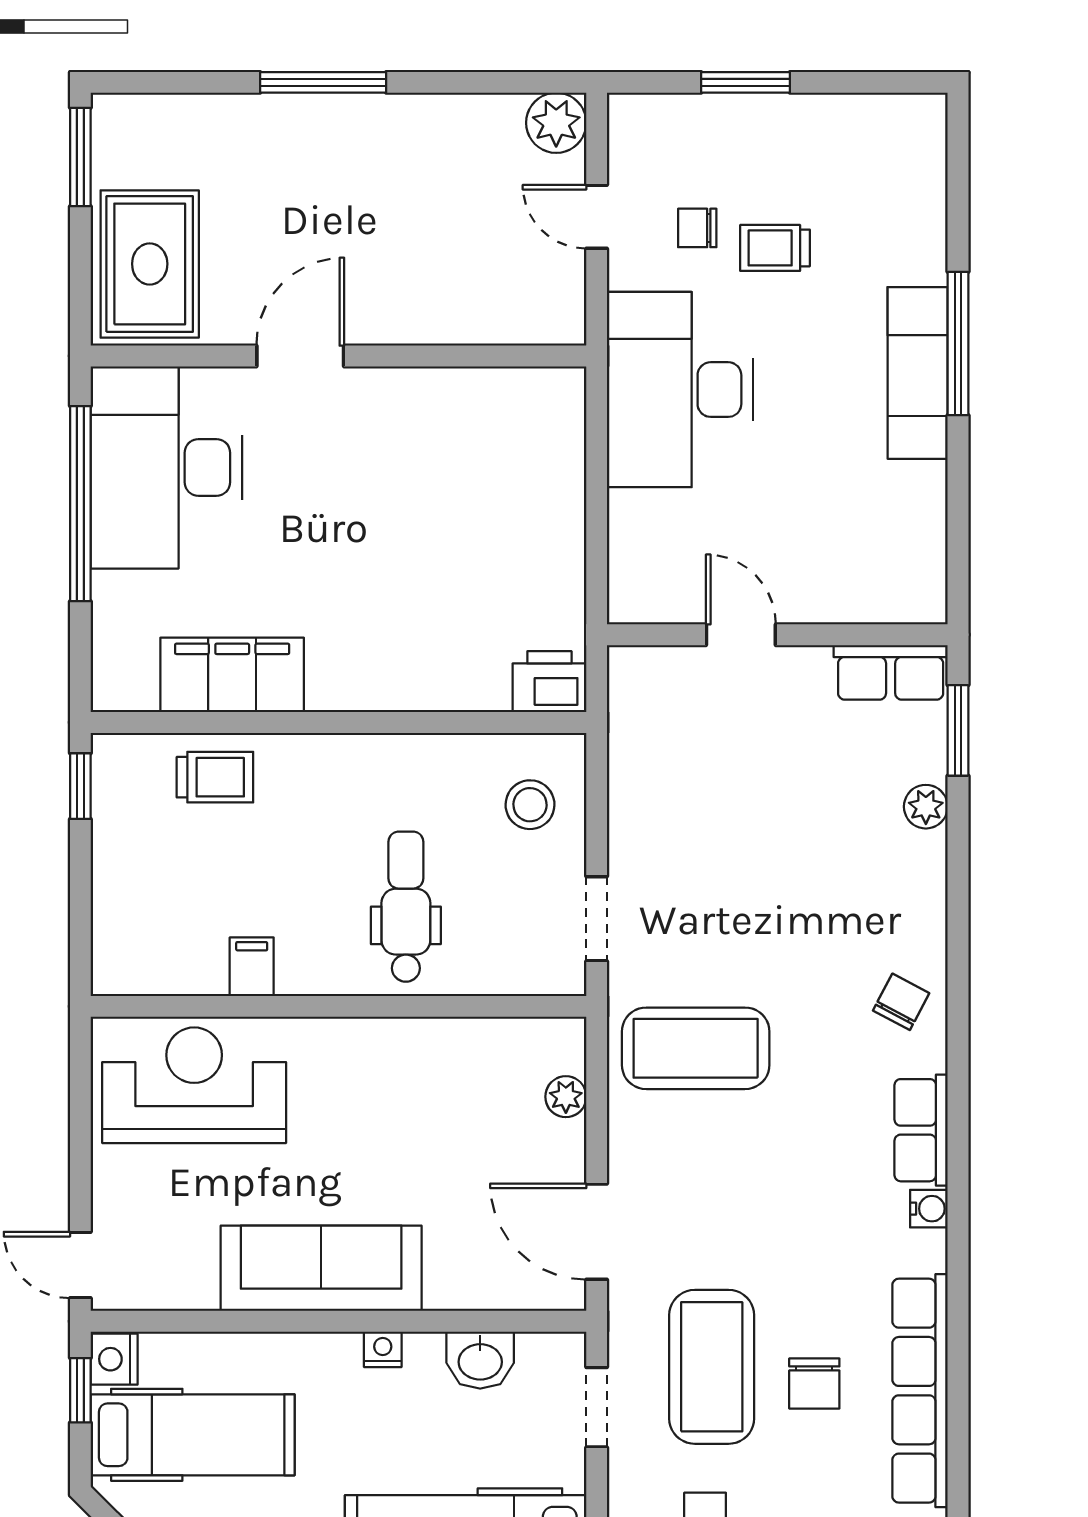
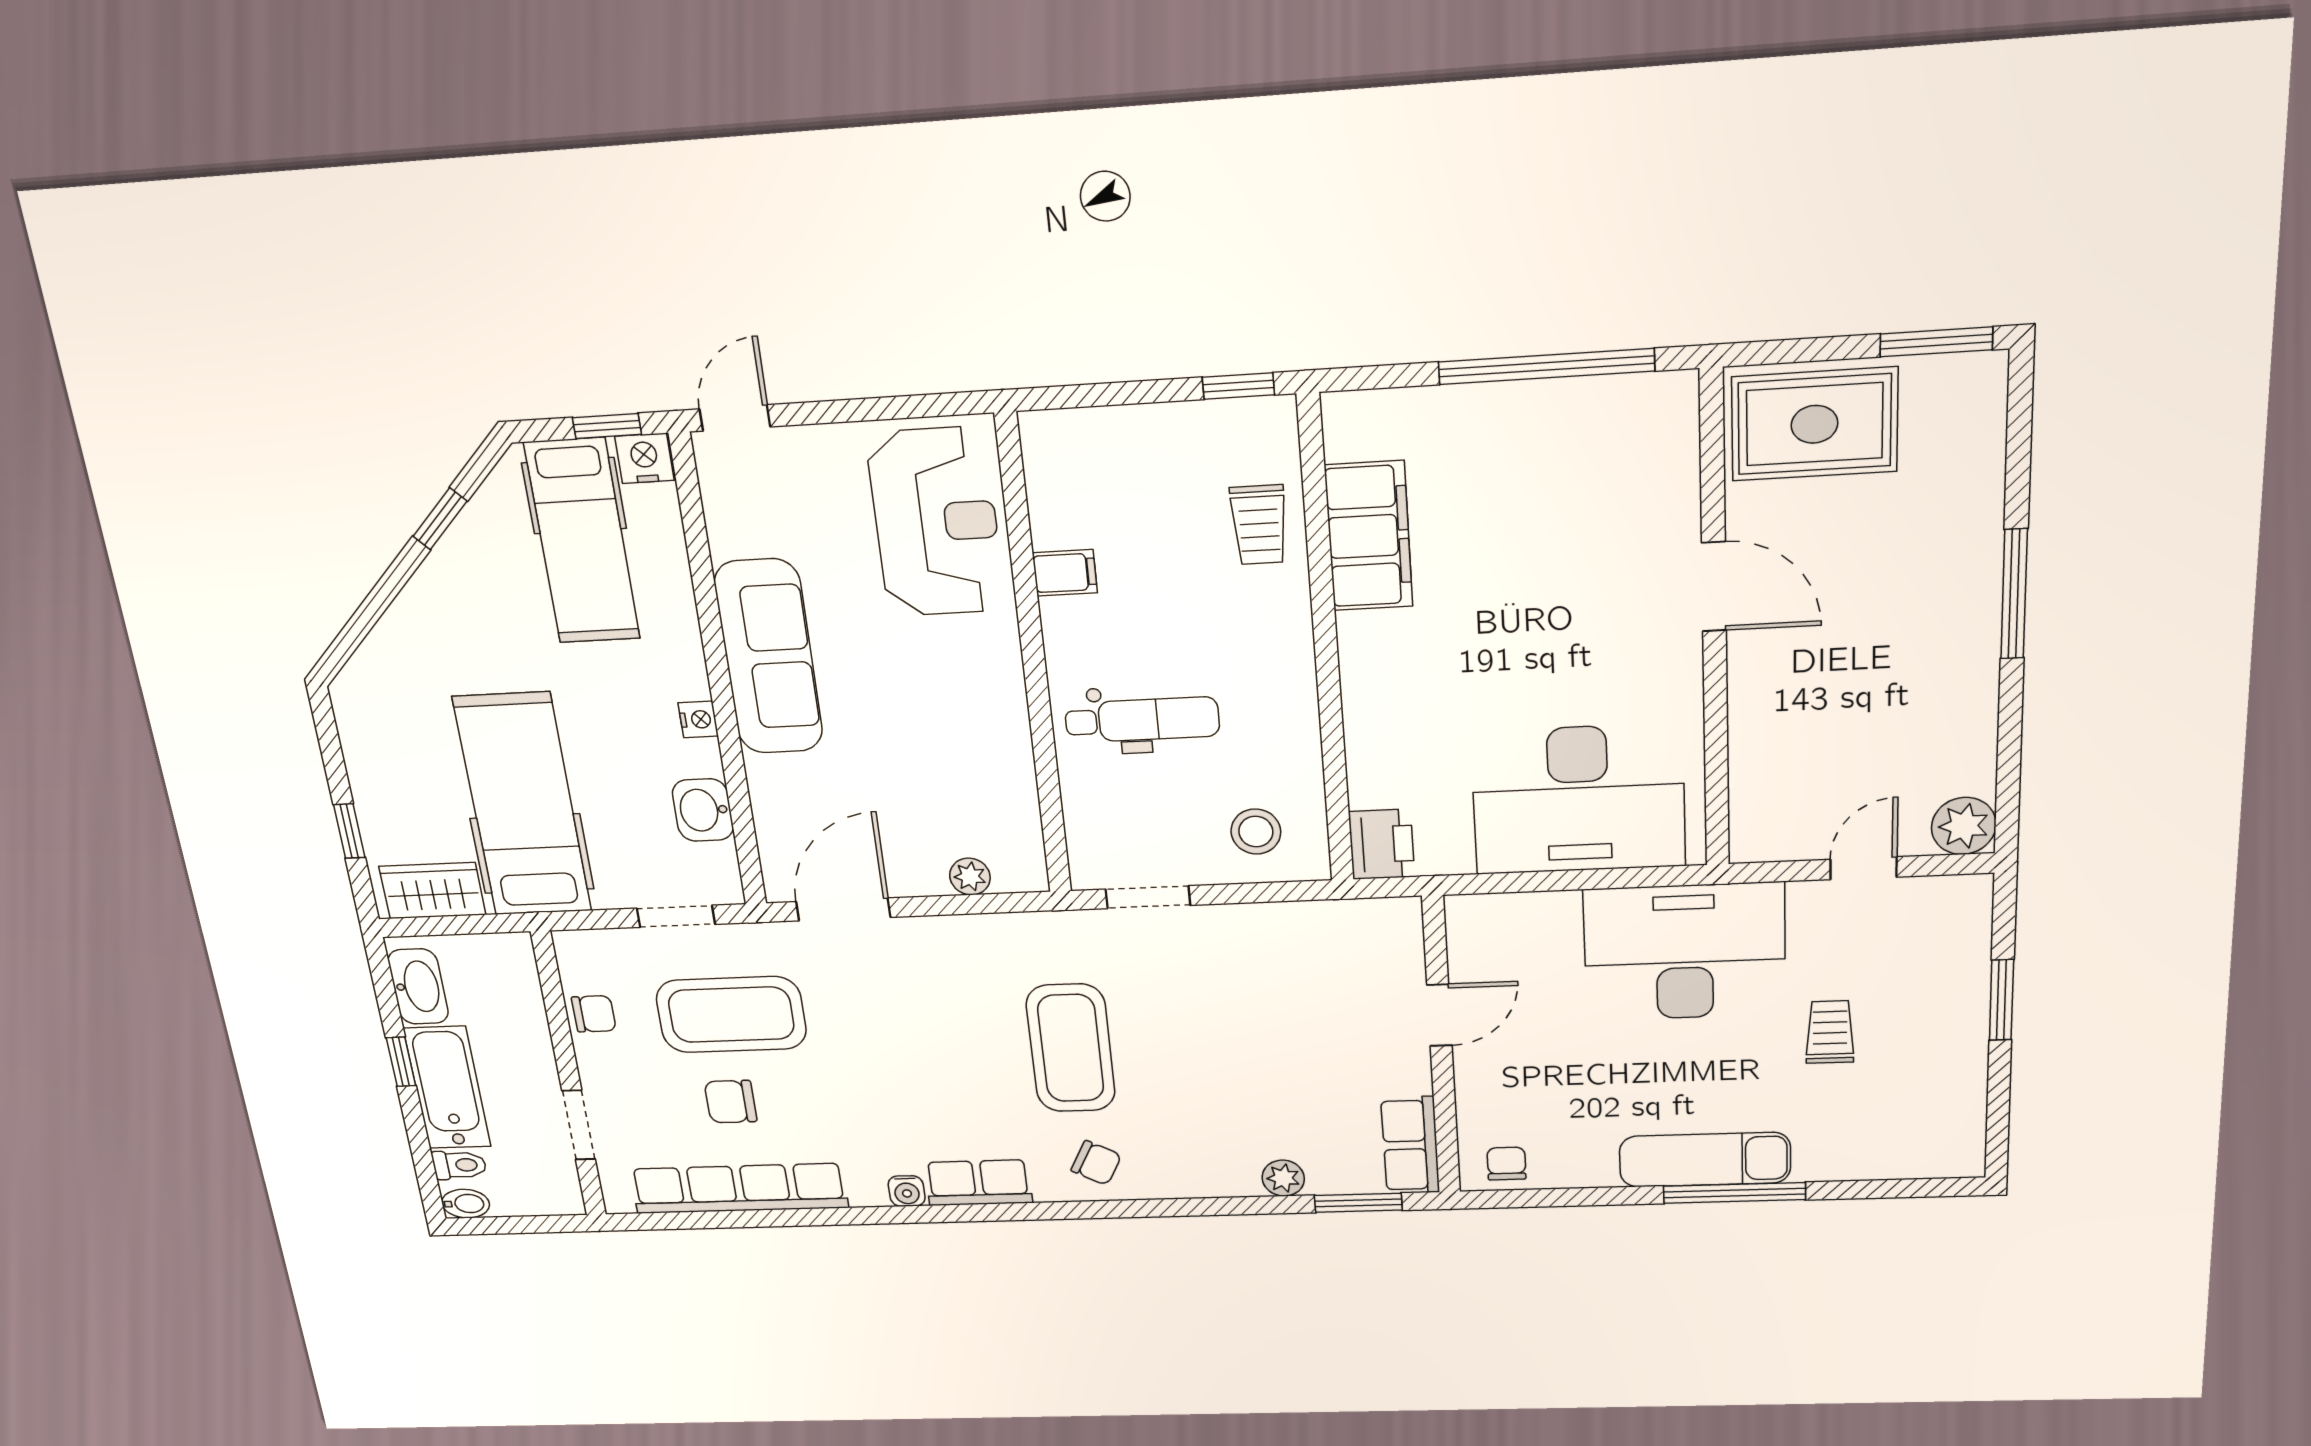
chair: (697, 228) -> (1506, 1164), moved
desk: (166, 467) -> (1578, 799), moved, turned 180
coffee table: (696, 1048) -> (1071, 1048), moved

